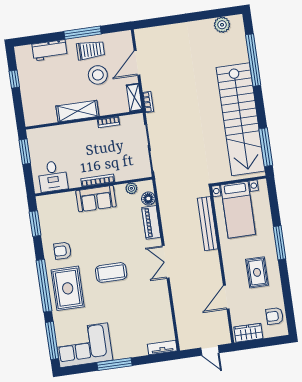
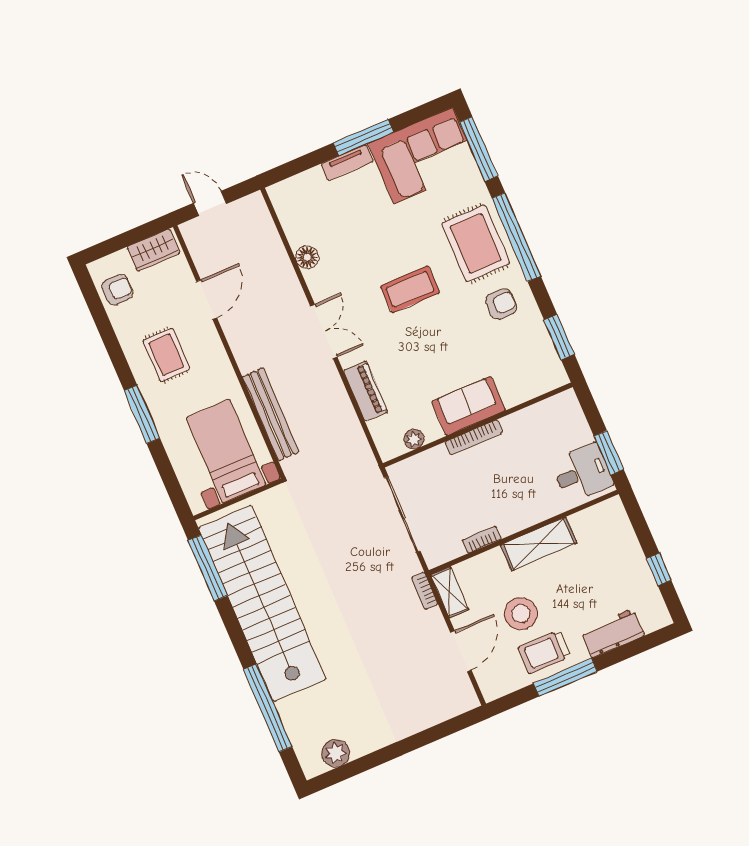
desk: (53, 176) -> (582, 473), moved, turned 90
floor lamp: (148, 199) -> (307, 257), moved
tv unit: (162, 348) -> (347, 163), moved

